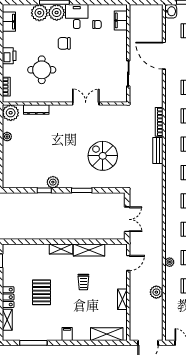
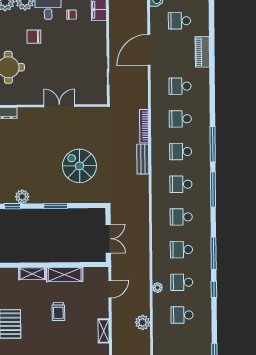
door: (164, 56) -> (149, 50), hinge flipped

